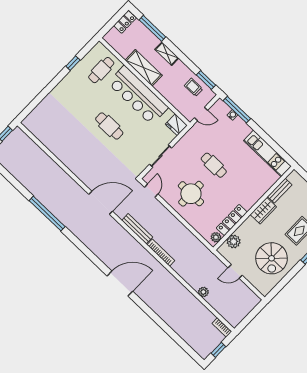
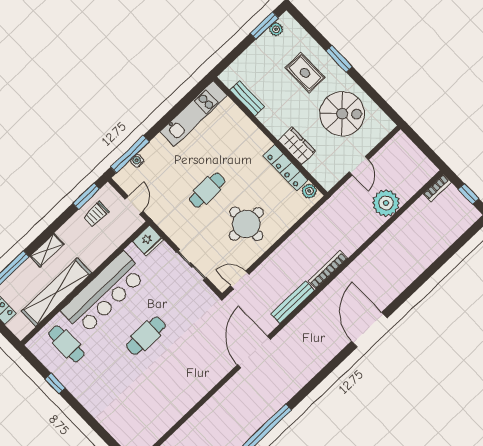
shelving: (144, 68) -> (57, 292), width x1.47
wardrobe: (263, 211) -> (297, 146), moved
plant: (234, 241) -> (316, 166), removed
plant: (203, 292) -> (386, 203), width x1.87, depth x1.87

